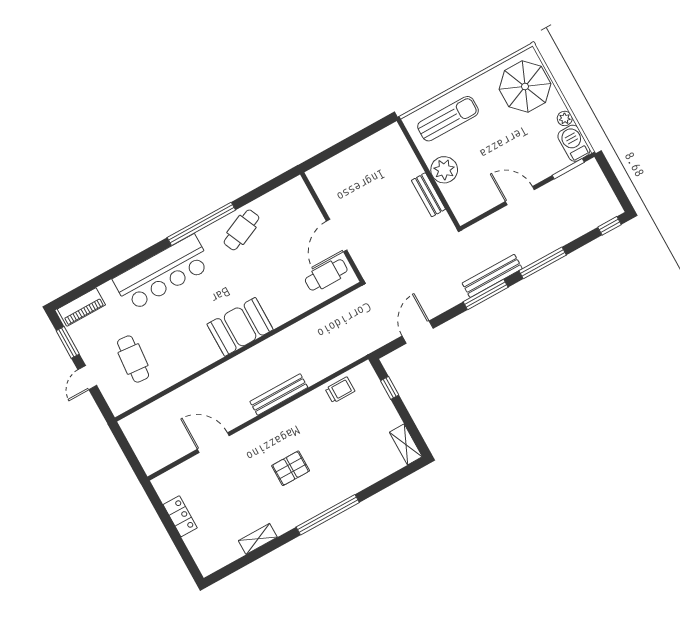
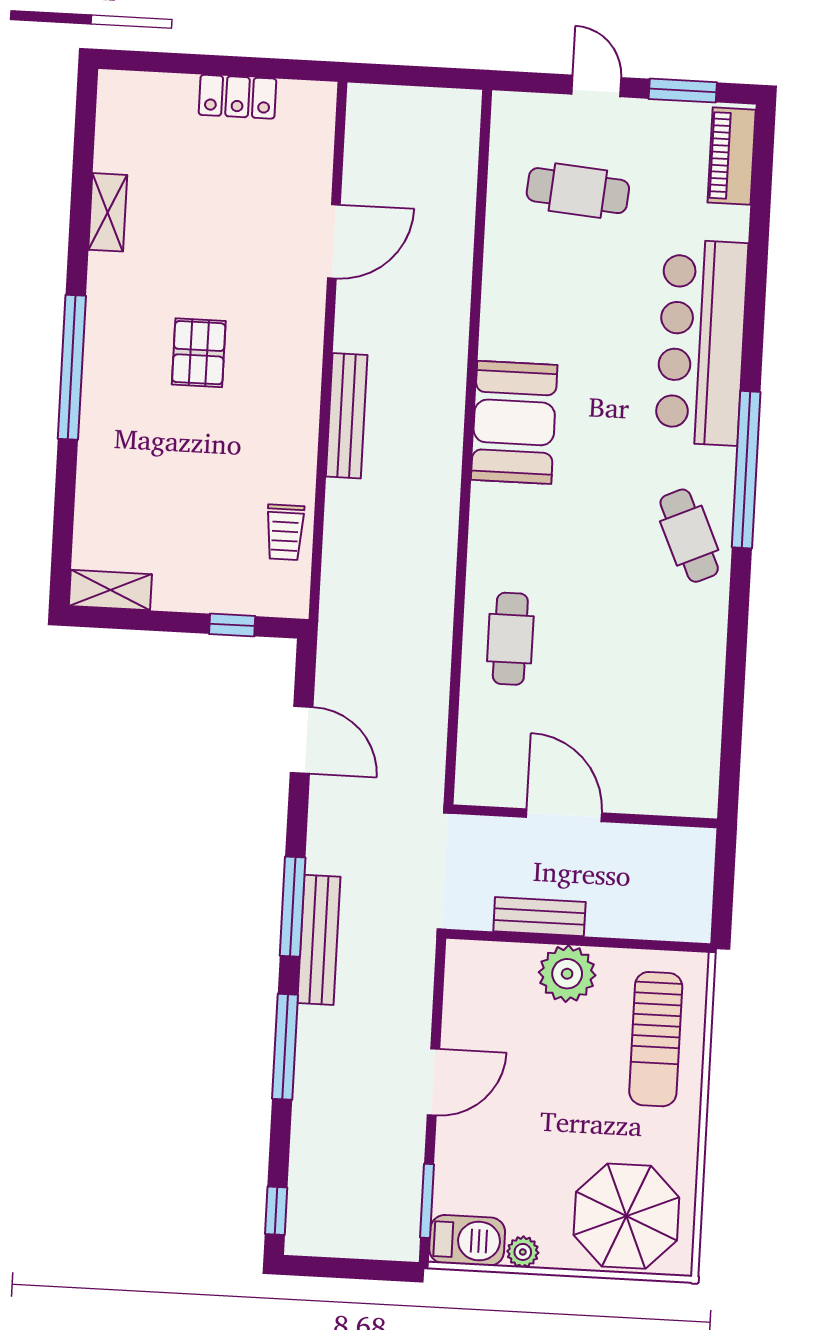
wall: (332, 227) -> (585, 816), moved
door: (337, 236) -> (564, 815), moved

